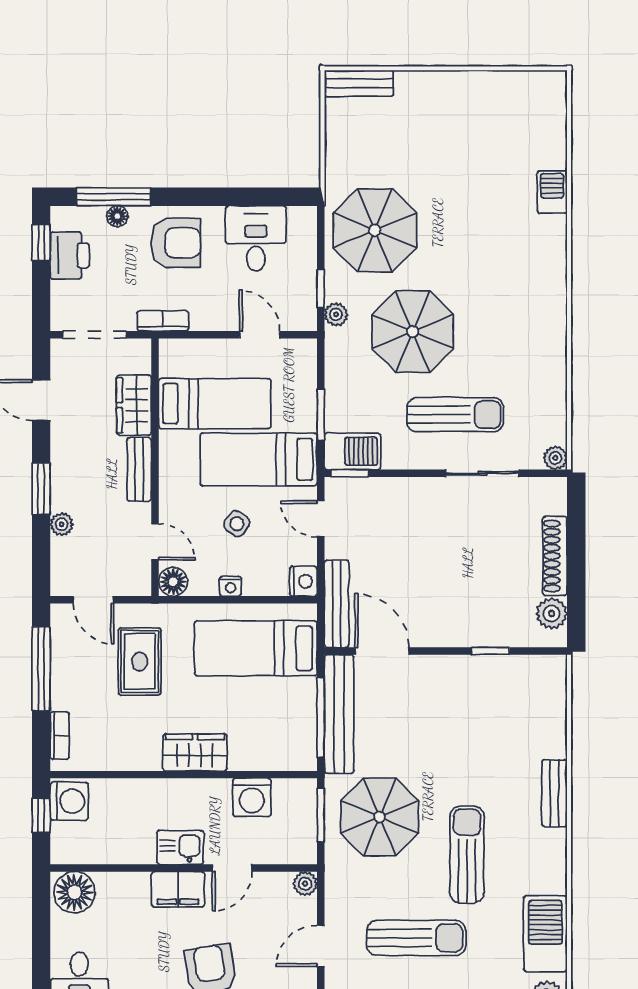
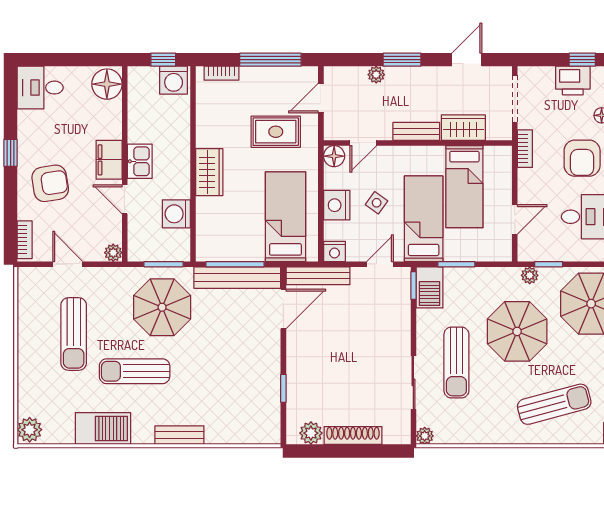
sun lounger: (512, 281) -> (554, 404), added
nightstand: (231, 586) -> (337, 205), width x1.89, depth x1.79
sun lounger: (467, 855) -> (135, 371), turned 180
barbecue: (545, 934) -> (103, 428), moved

